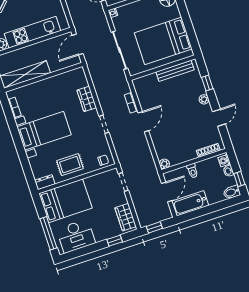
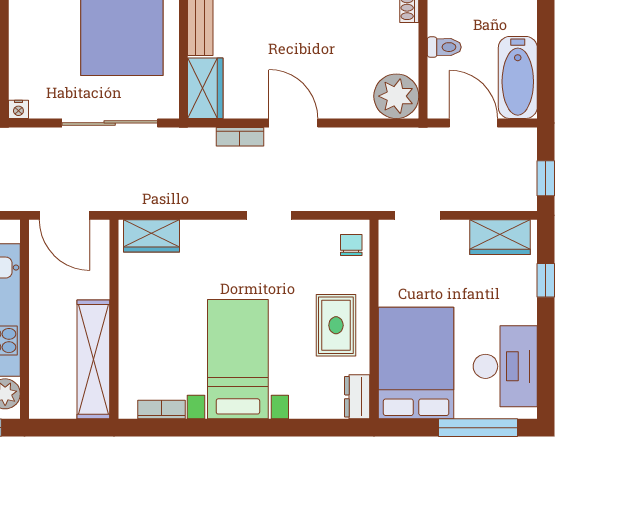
wardrobe: (145, 83) -> (205, 88), added
wardrobe: (87, 99) -> (152, 236), moved
plant: (164, 164) -> (396, 96), width x1.88, depth x1.88

